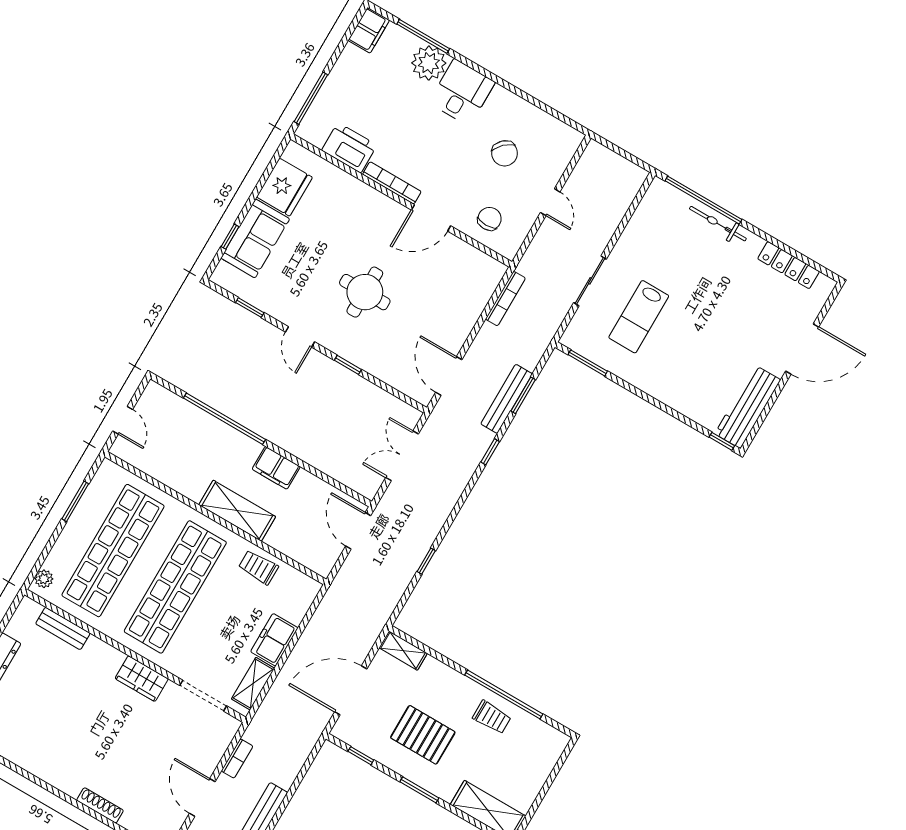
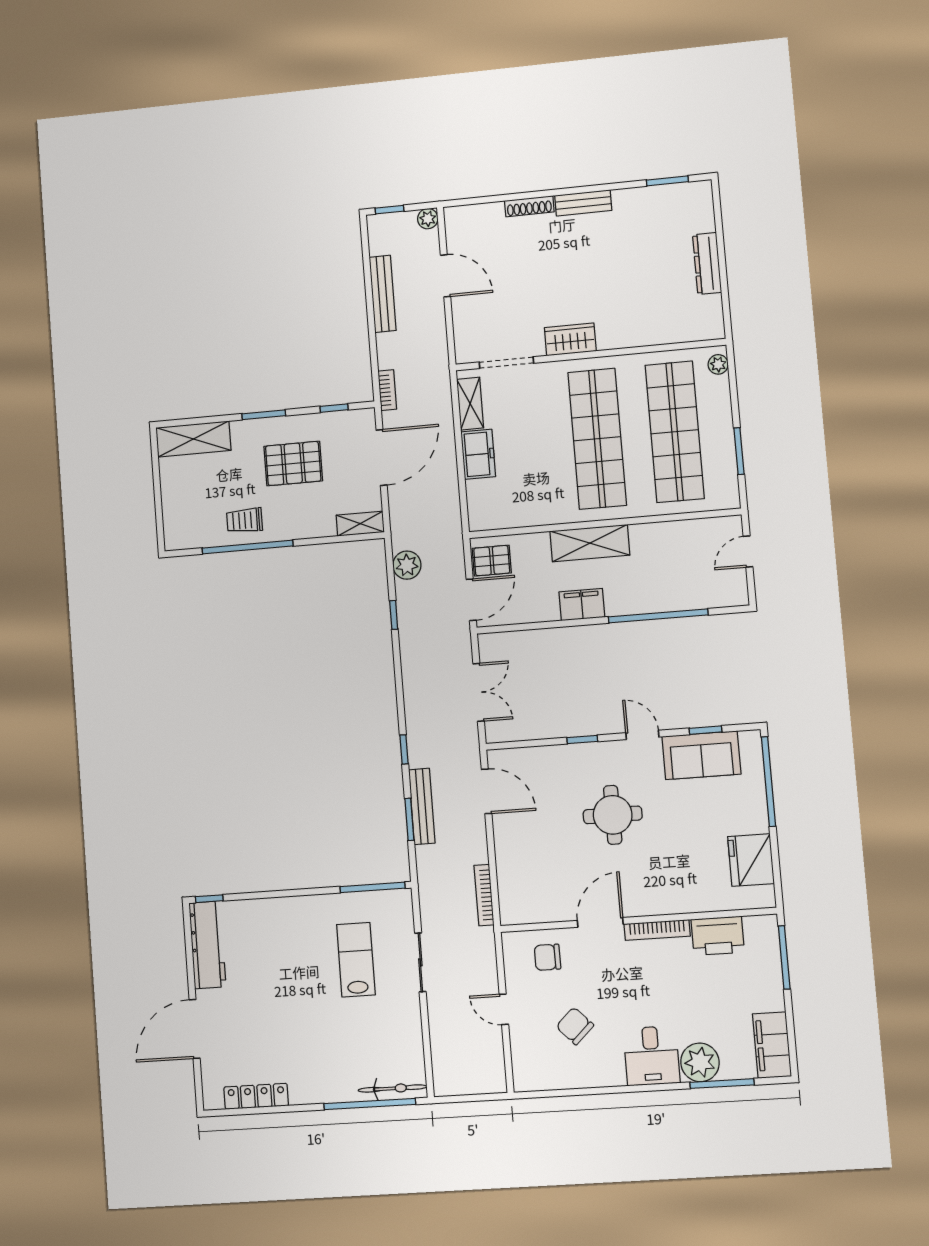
filing cabinet: (369, 30) -> (772, 1045), width x1.50, depth x1.17
chair: (490, 219) -> (547, 957), turned 90
bicycle: (718, 224) -> (392, 1088), moved
window: (230, 237) -> (768, 782), width x3.17
sofa: (255, 238) -> (701, 755), moved, turned -90
window: (588, 363) -> (373, 887), width x1.44
door: (123, 420) -> (748, 551), hinge flipped
door: (358, 531) -> (471, 600), hinge flipped
pallet: (321, 550) -> (492, 561), added
trolley: (258, 567) -> (536, 507), removed
plant: (389, 593) -> (407, 565), added
bench: (63, 628) -> (583, 203), moved
bookcase: (237, 758) -> (387, 390), moved, turned 180

